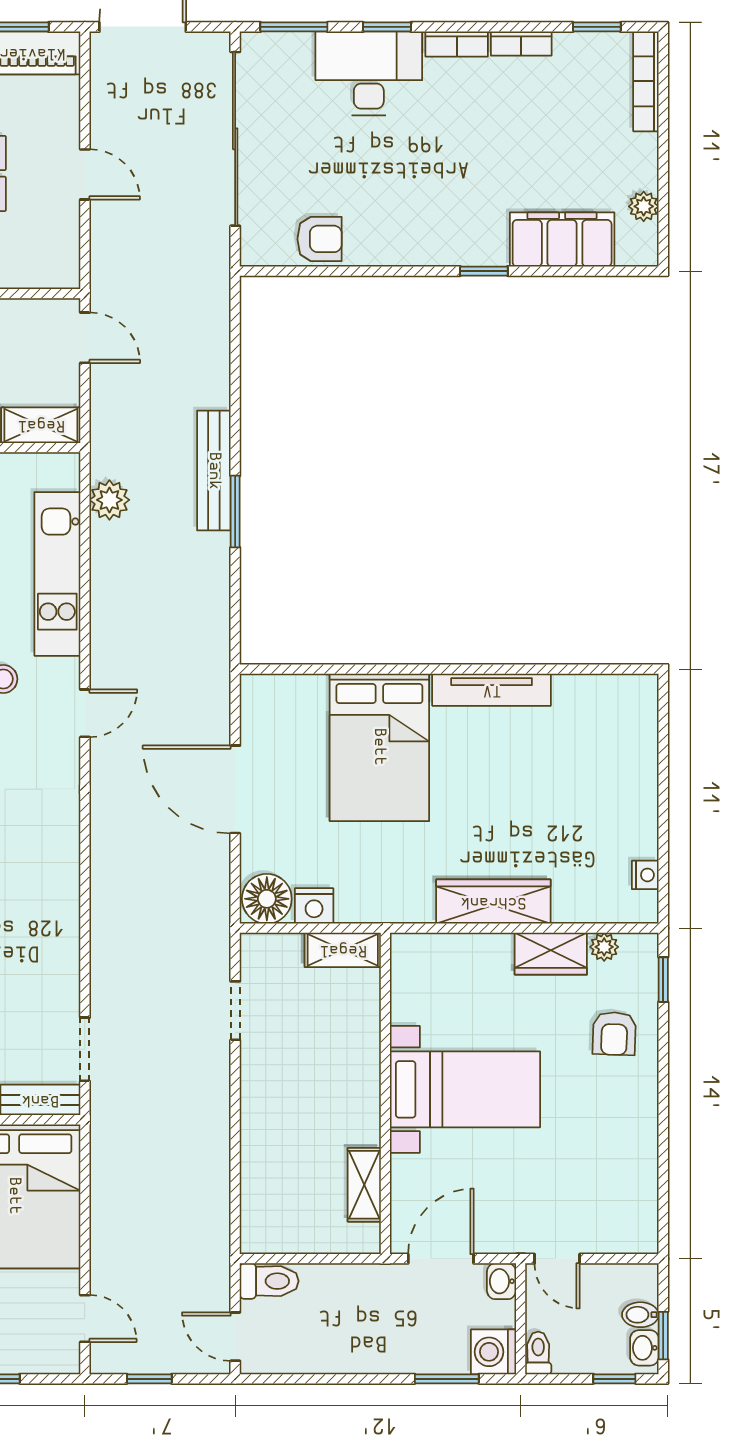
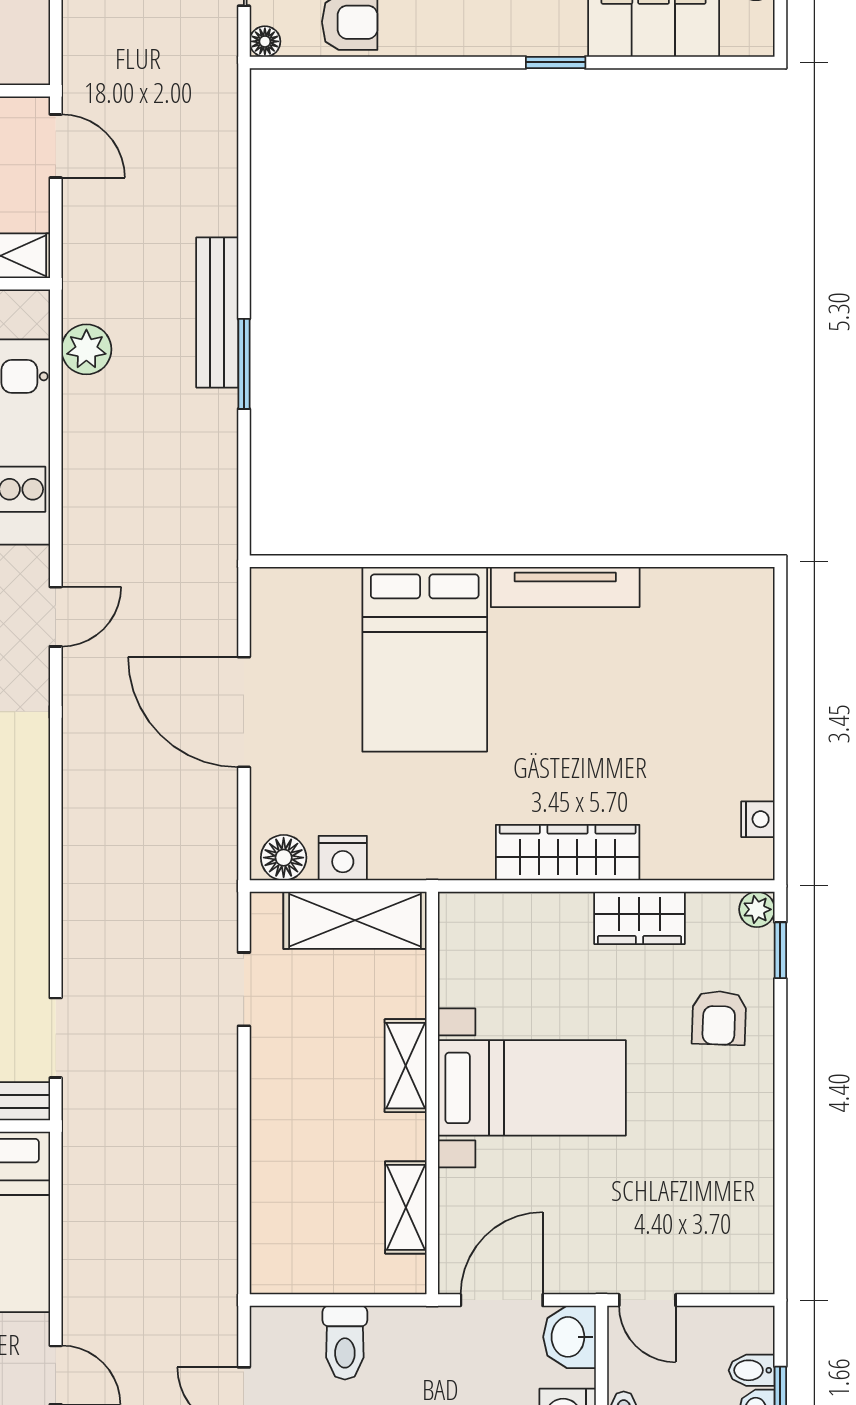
floor lamp: (252, 254) -> (265, 41), added
floor lamp: (267, 899) -> (284, 858), width x0.73, depth x0.73
plant: (604, 947) -> (757, 909), moved
shelving: (343, 950) -> (355, 920), width x1.50, depth x1.33
shelving: (364, 1072) -> (406, 1066), added
toilet: (269, 1281) -> (345, 1343), moved, turned 90
washbasin: (501, 1281) -> (569, 1337), width x1.38, depth x1.45

